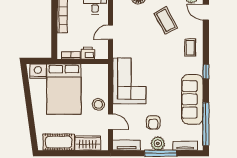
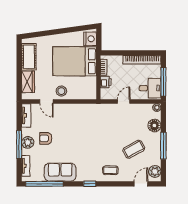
door: (111, 32) -> (124, 101), hinge flipped
corner sofa: (129, 81) -> (82, 118), removed
sofa: (192, 99) -> (60, 172), width x0.73
door: (111, 122) -> (46, 101), hinge flipped

